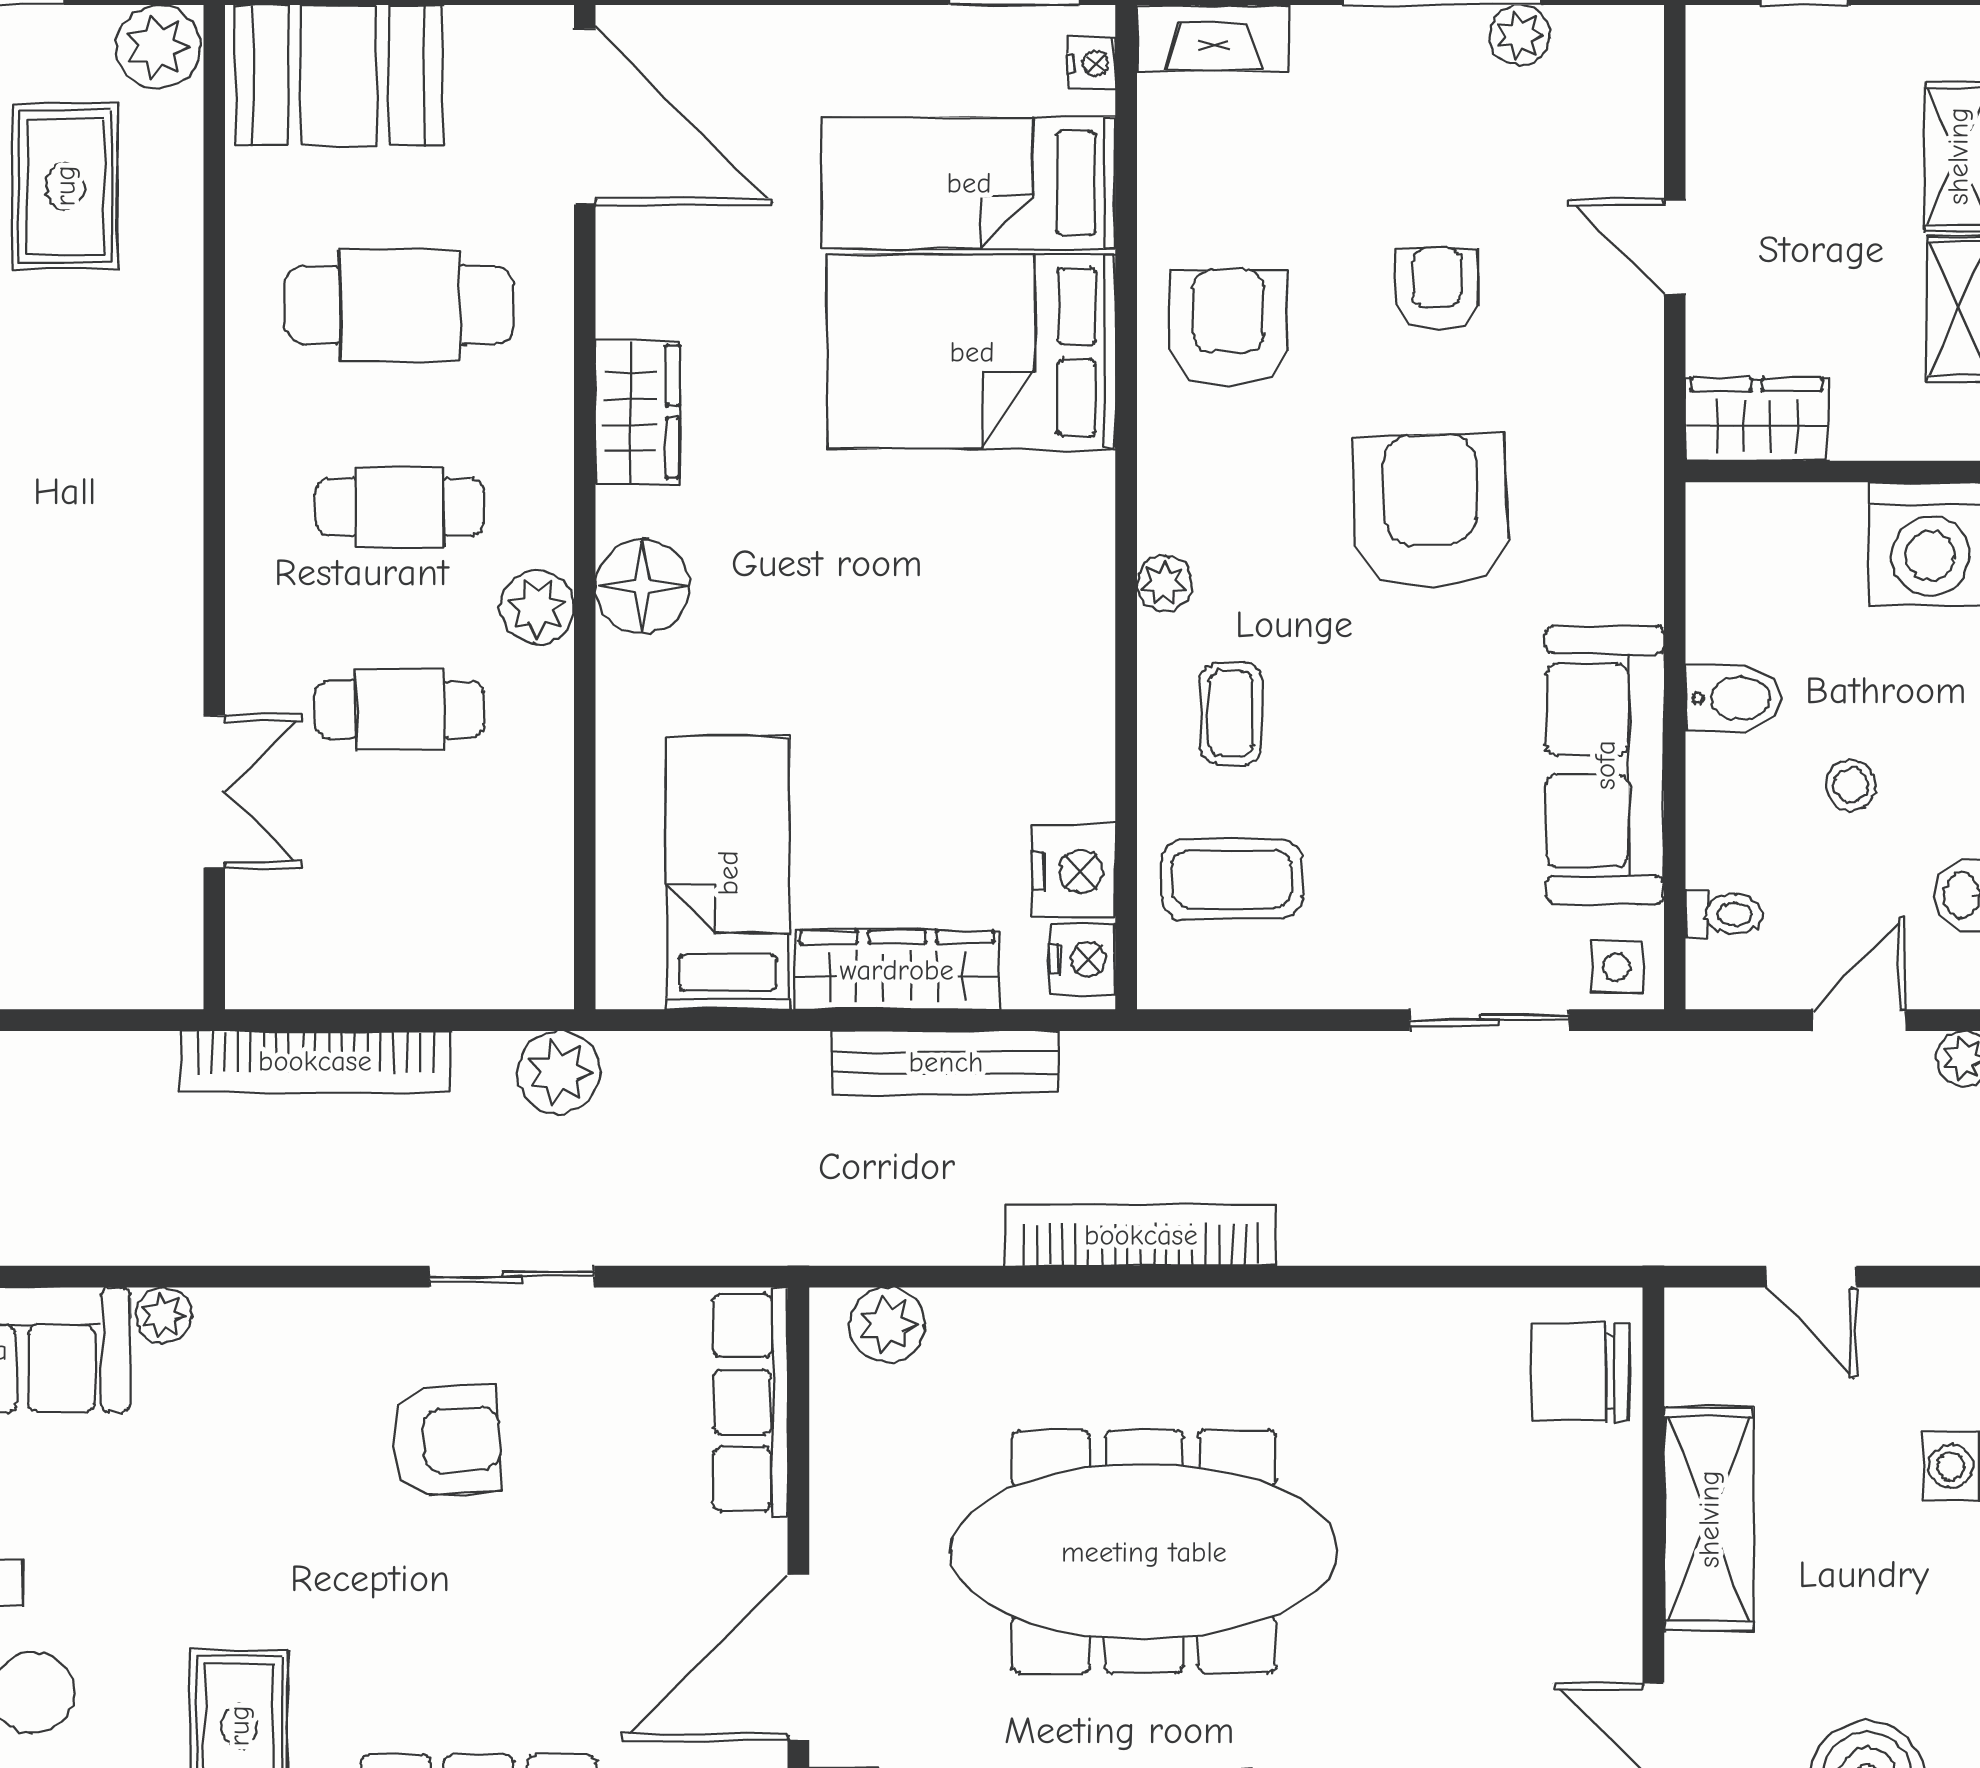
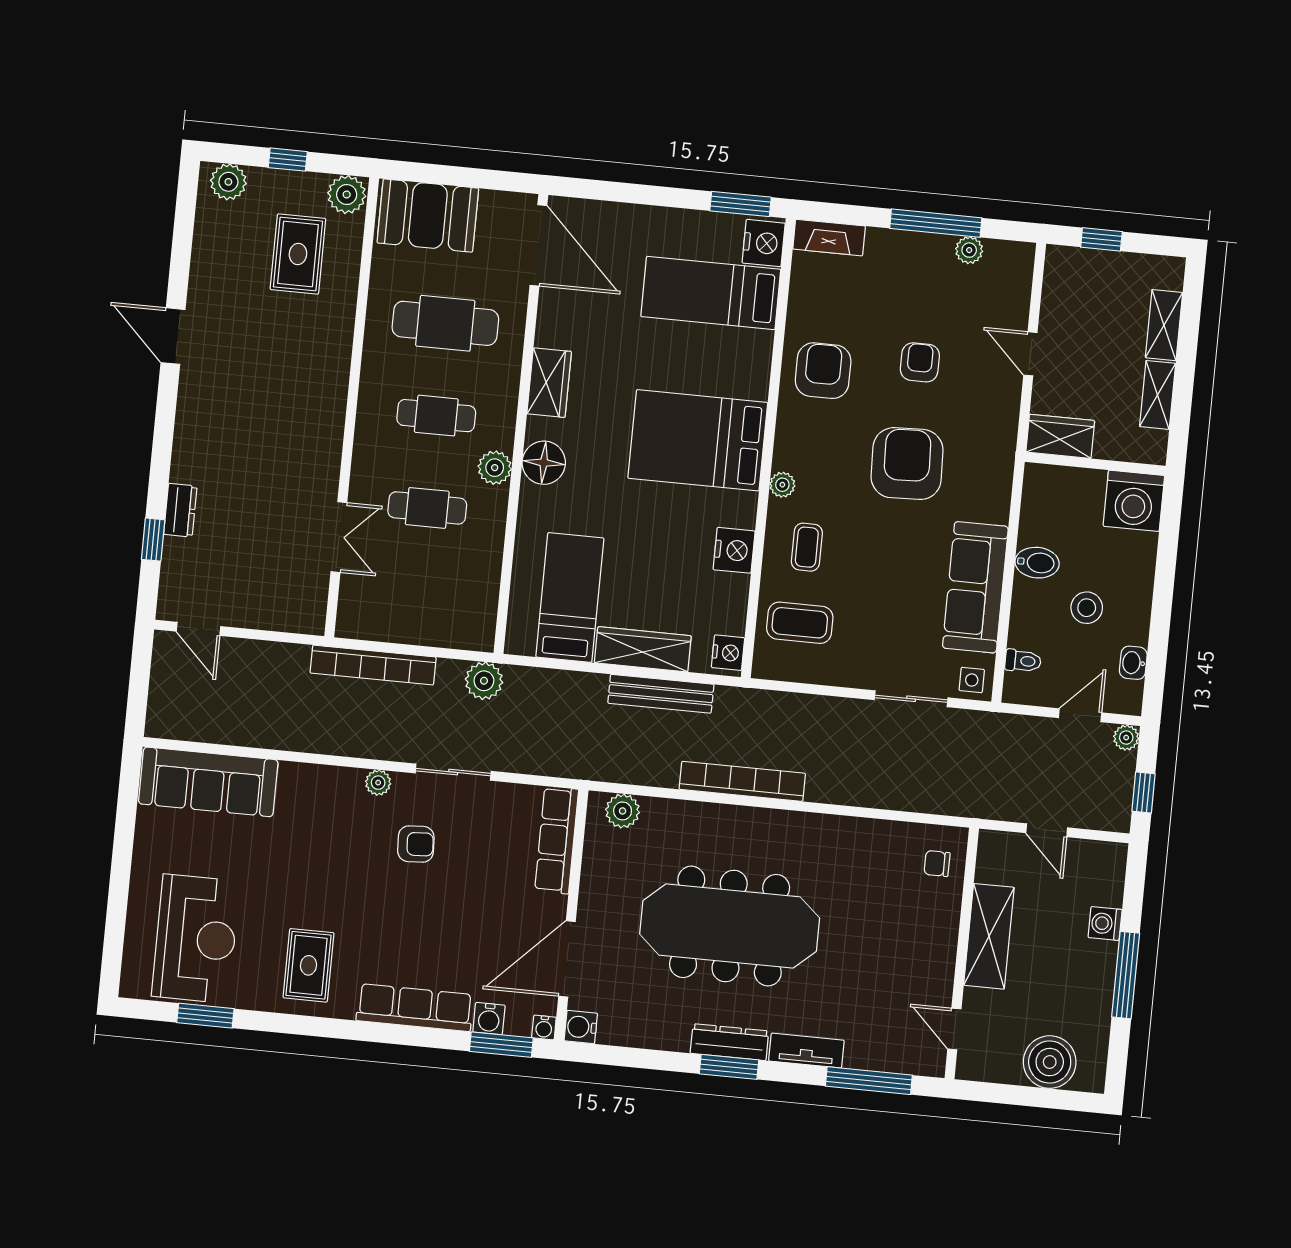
nightstand: (1092, 63) -> (764, 243), width x1.89, depth x1.79
bed: (972, 352) -> (698, 440), moved
stool: (1851, 785) -> (1087, 608), width x1.37, depth x1.37
nightstand: (1074, 871) -> (734, 550), moved
plant: (164, 1315) -> (378, 783), moved
chair: (1580, 1372) -> (937, 863), width x0.54, depth x0.54
armchair: (446, 1440) -> (416, 844), width x0.72, depth x0.72

